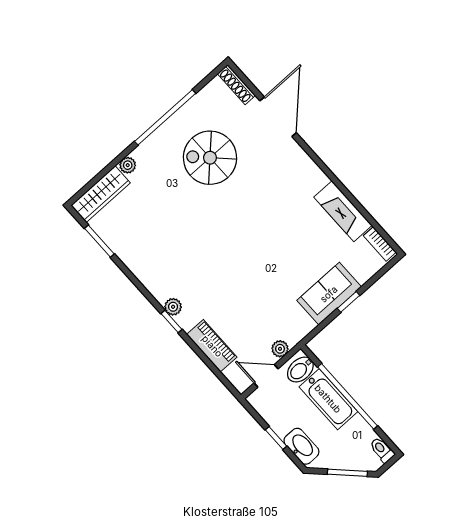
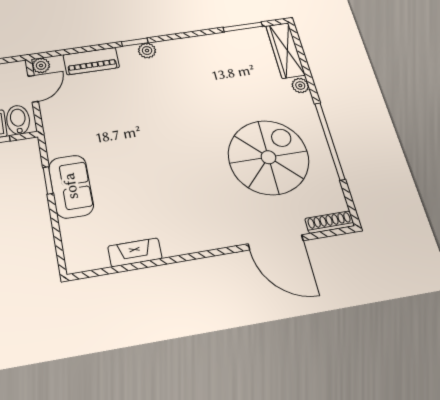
spiral stairs: (210, 158) -> (268, 157), width x1.37, depth x1.37
fireplace: (343, 211) -> (135, 252), width x0.73, depth x0.76
bookcase: (380, 244) -> (88, 263), removed
window: (348, 302) -> (48, 180), moved
plant: (280, 349) -> (41, 65), moved

